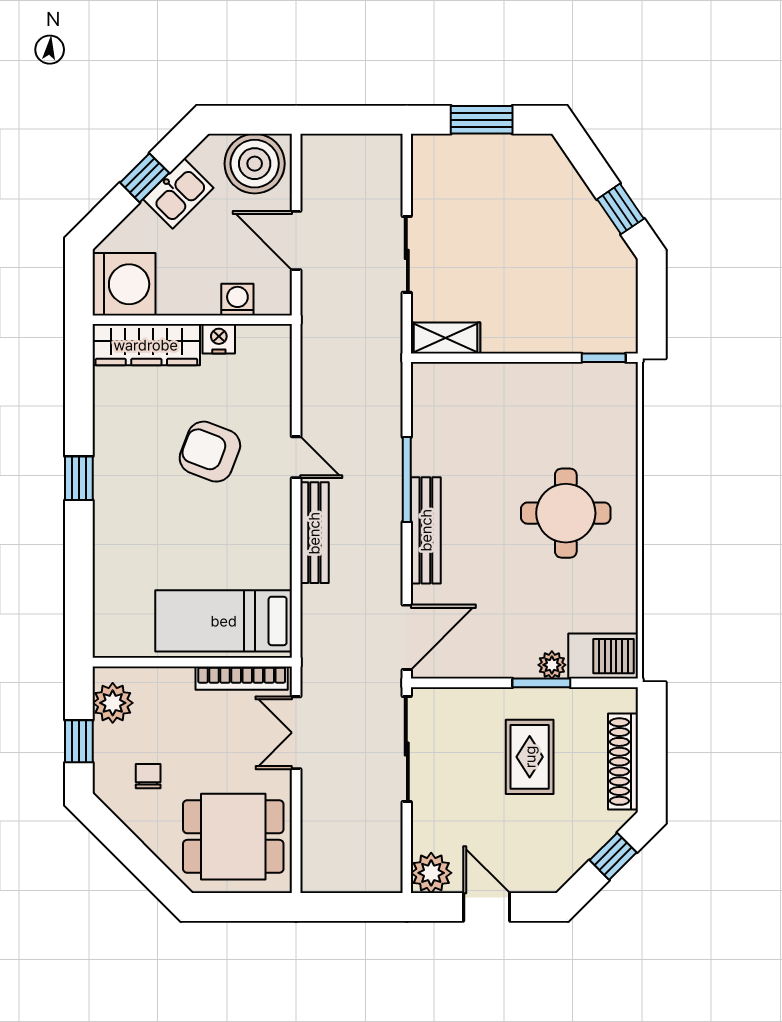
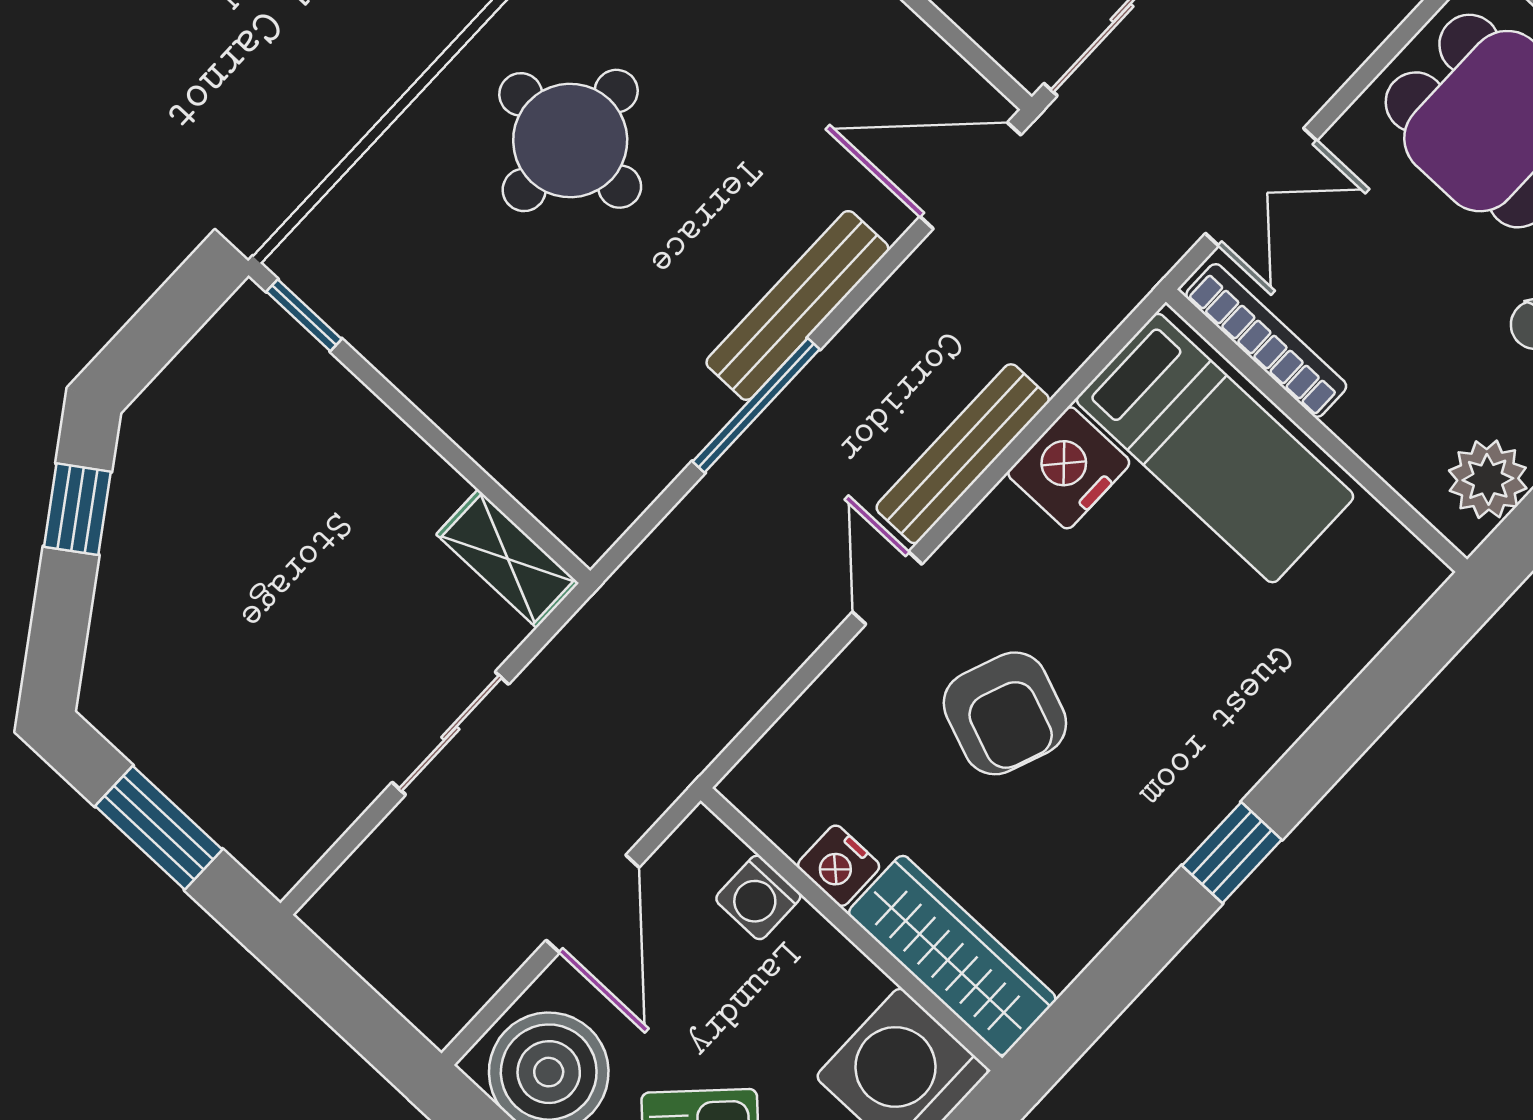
nightstand: (271, 564) -> (1069, 468), added

